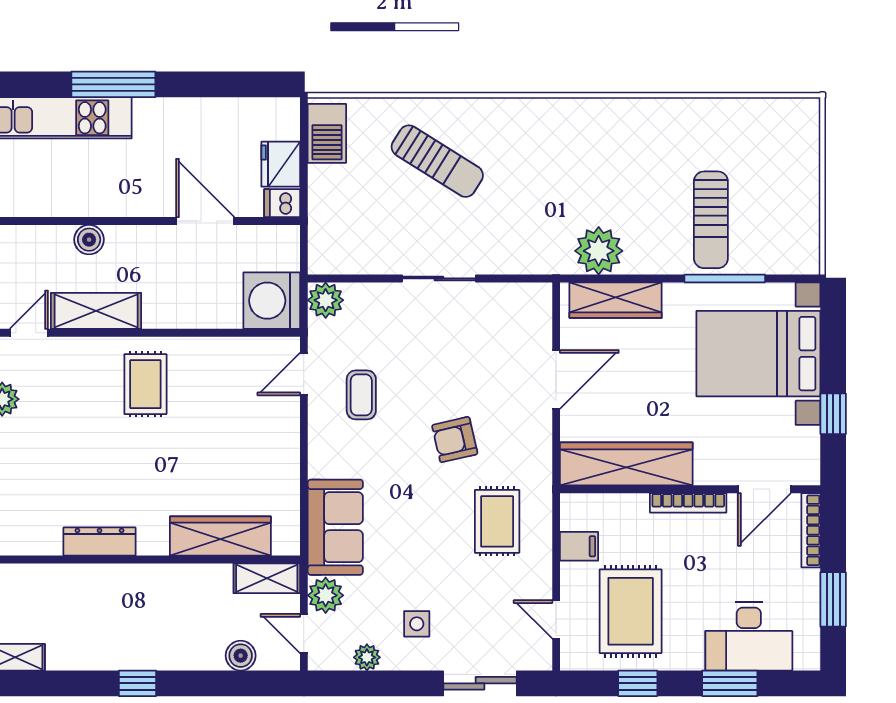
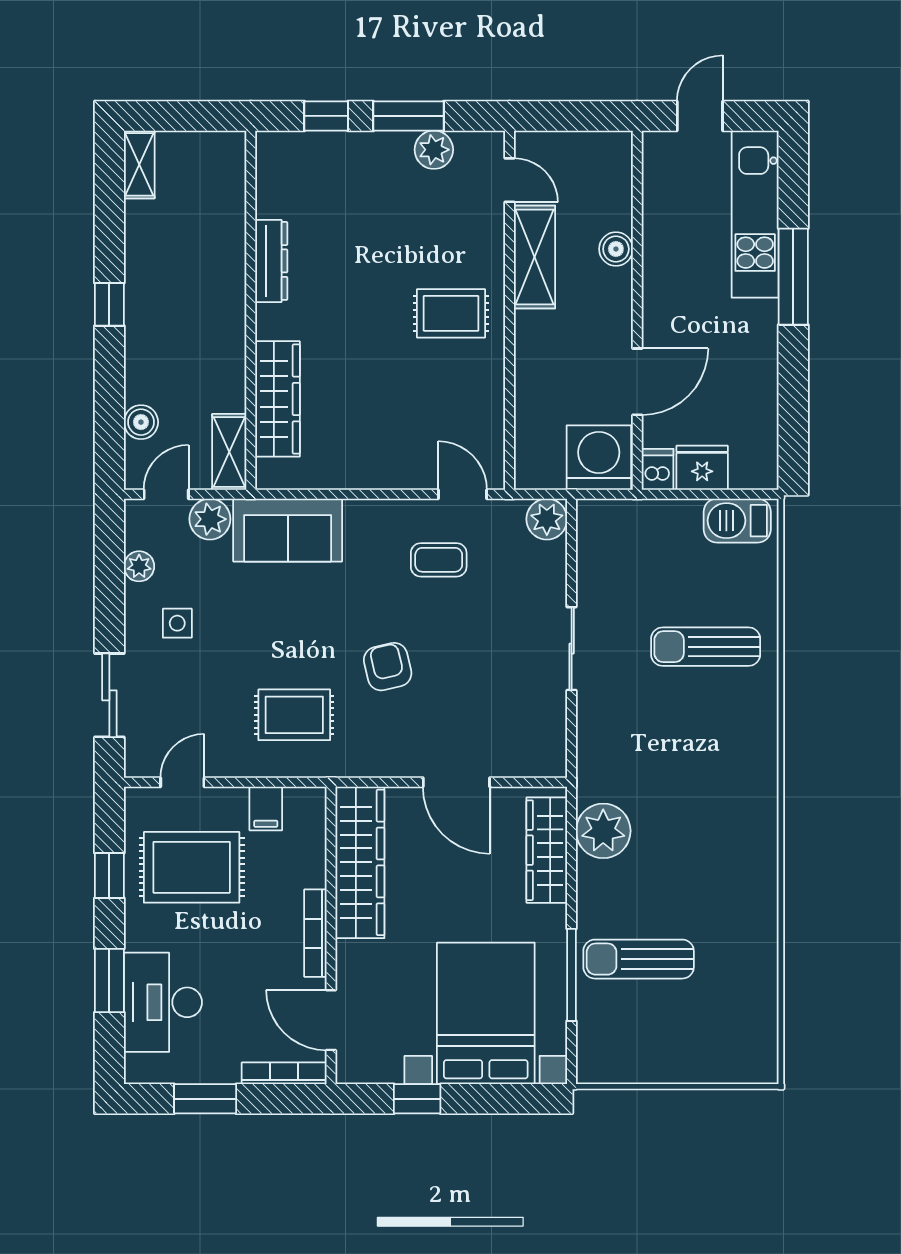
sun lounger: (437, 161) -> (706, 647), turned 58
washing machine: (272, 301) -> (599, 458), moved

